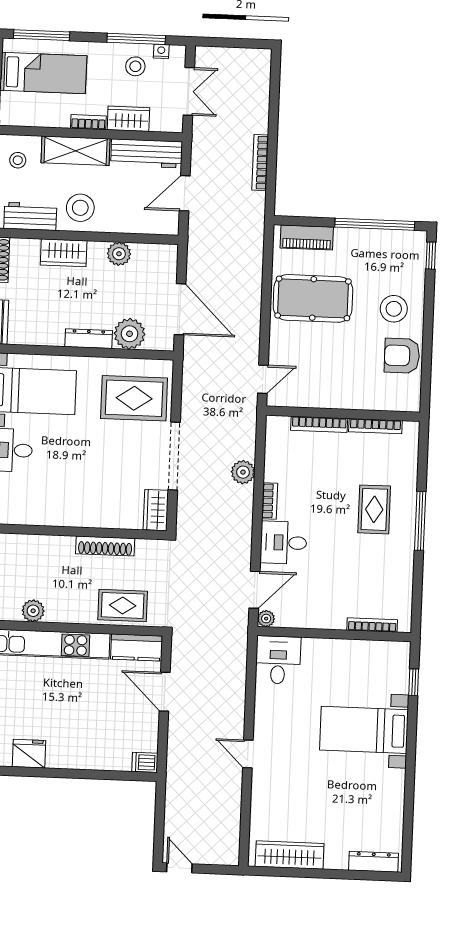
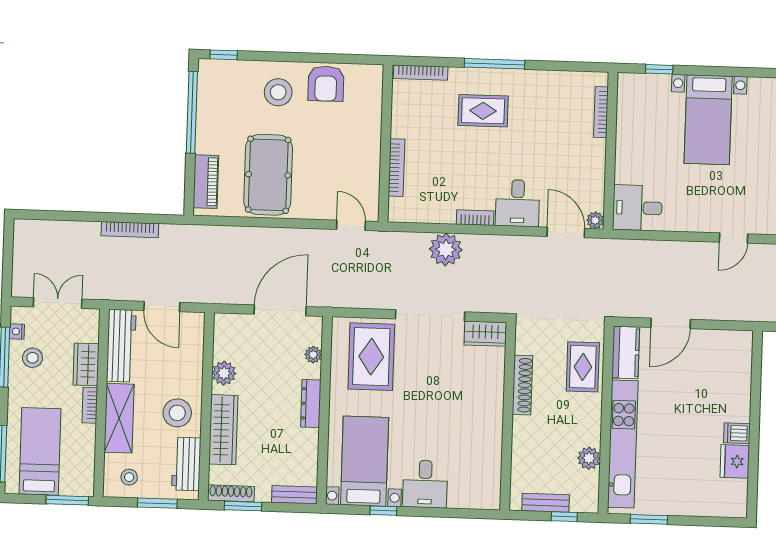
wardrobe: (64, 253) -> (223, 430), width x1.50
plant: (130, 334) -> (313, 355), width x0.53, depth x0.53
bookcase: (375, 426) -> (421, 73), moved, turned 90
plant: (243, 472) -> (446, 249), width x1.36, depth x1.36
dishwasher: (145, 762) -> (737, 433), moved, turned 90

